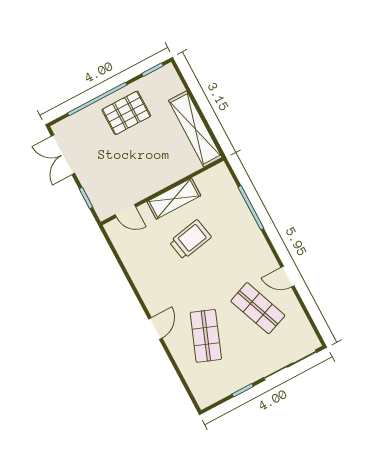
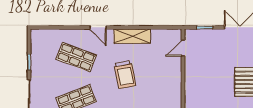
shelving: (174, 199) -> (132, 36), moved, turned 90
trolley: (190, 239) -> (125, 74), moved

